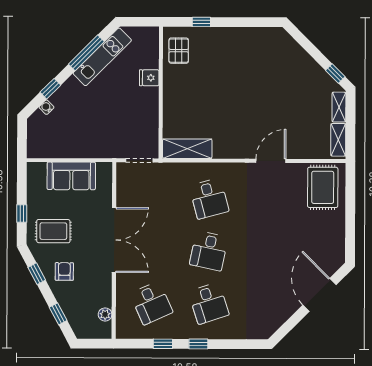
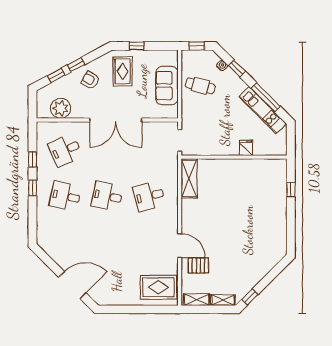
pallet: (179, 51) -> (198, 265), moved
cafe table: (72, 134) -> (200, 86), added
window: (22, 139) -> (197, 46), added
armchair: (64, 271) -> (90, 80), turned -149
window: (37, 274) -> (76, 65), moved
desk: (209, 303) -> (65, 196), turned 30
plant: (105, 314) -> (61, 108), width x1.87, depth x1.87

